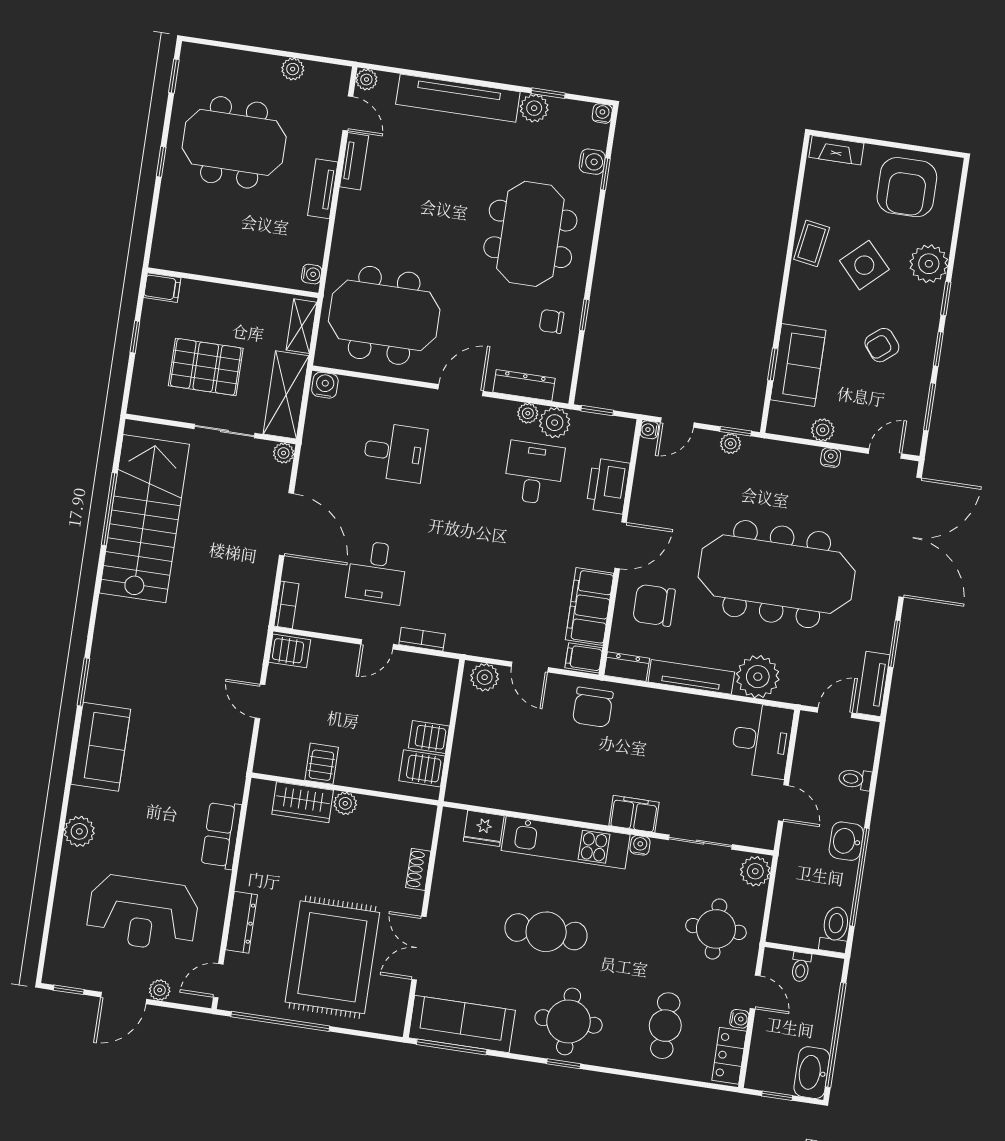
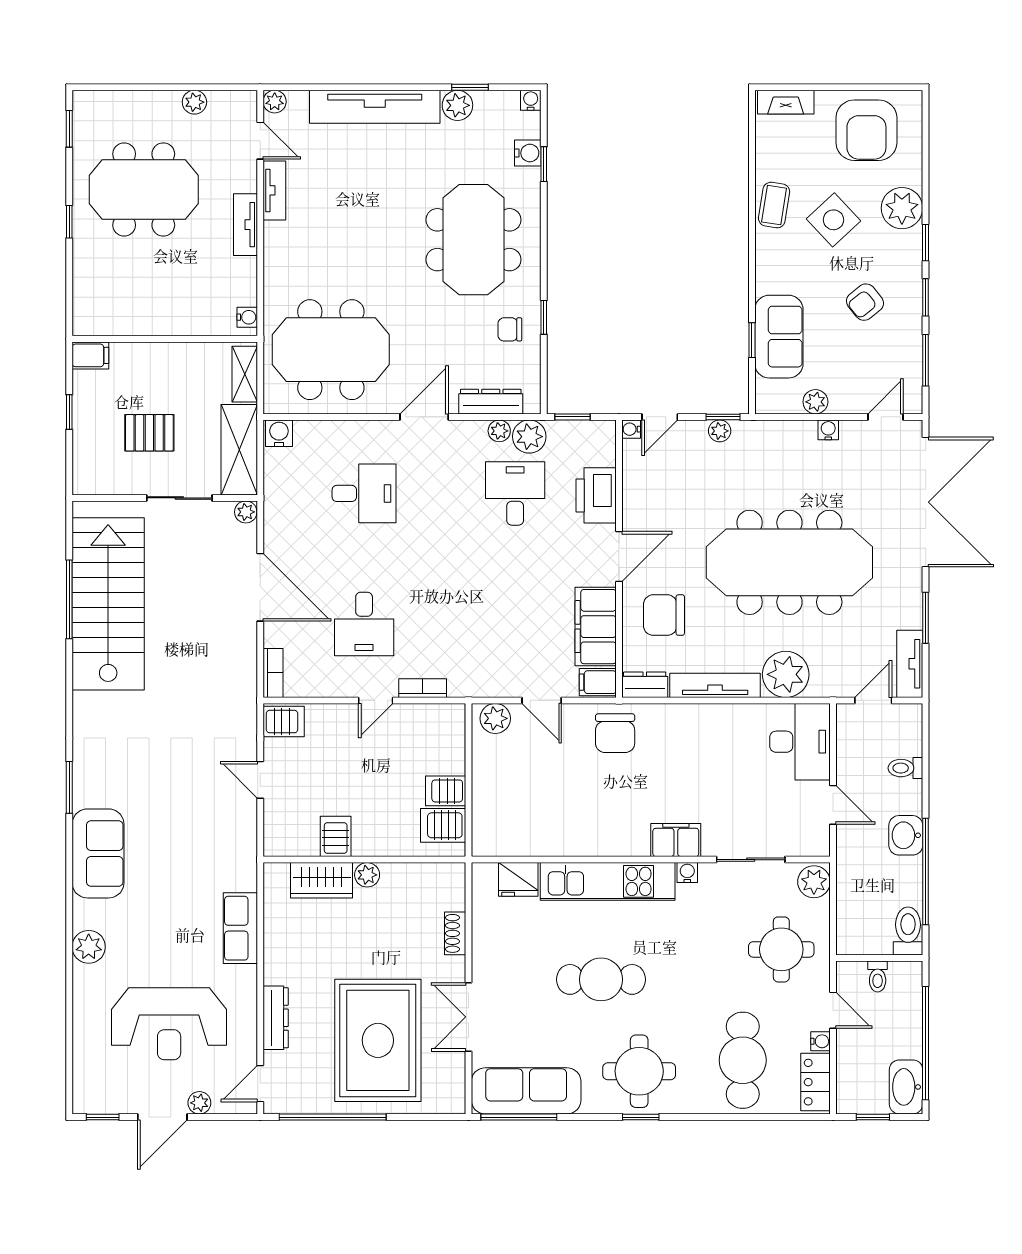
pallet: (206, 367) -> (149, 433), width x0.67, depth x0.71
cafe table: (665, 1026) -> (743, 1060), width x1.37, depth x1.35

